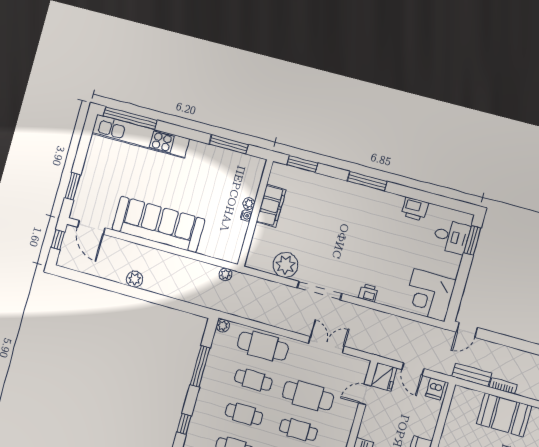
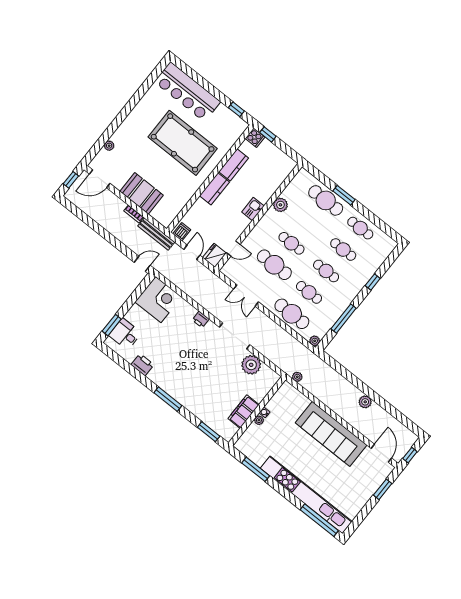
kitchen unit: (140, 136) -> (306, 495), width x1.36
bench: (472, 375) -> (156, 234), width x1.36

